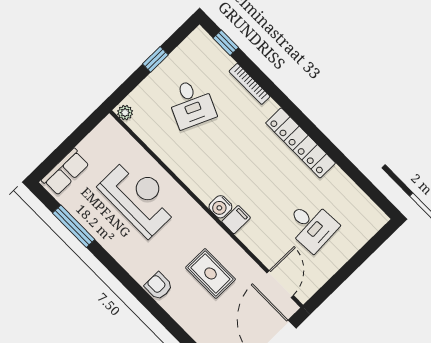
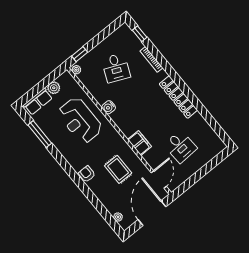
window: (155, 59) -> (80, 54), moved
plant: (90, 146) -> (54, 88), added
reception desk: (139, 197) -> (80, 120), turned 180
water cooler: (220, 207) -> (109, 107), moved
filing cabinet: (236, 220) -> (140, 143), width x2.00

